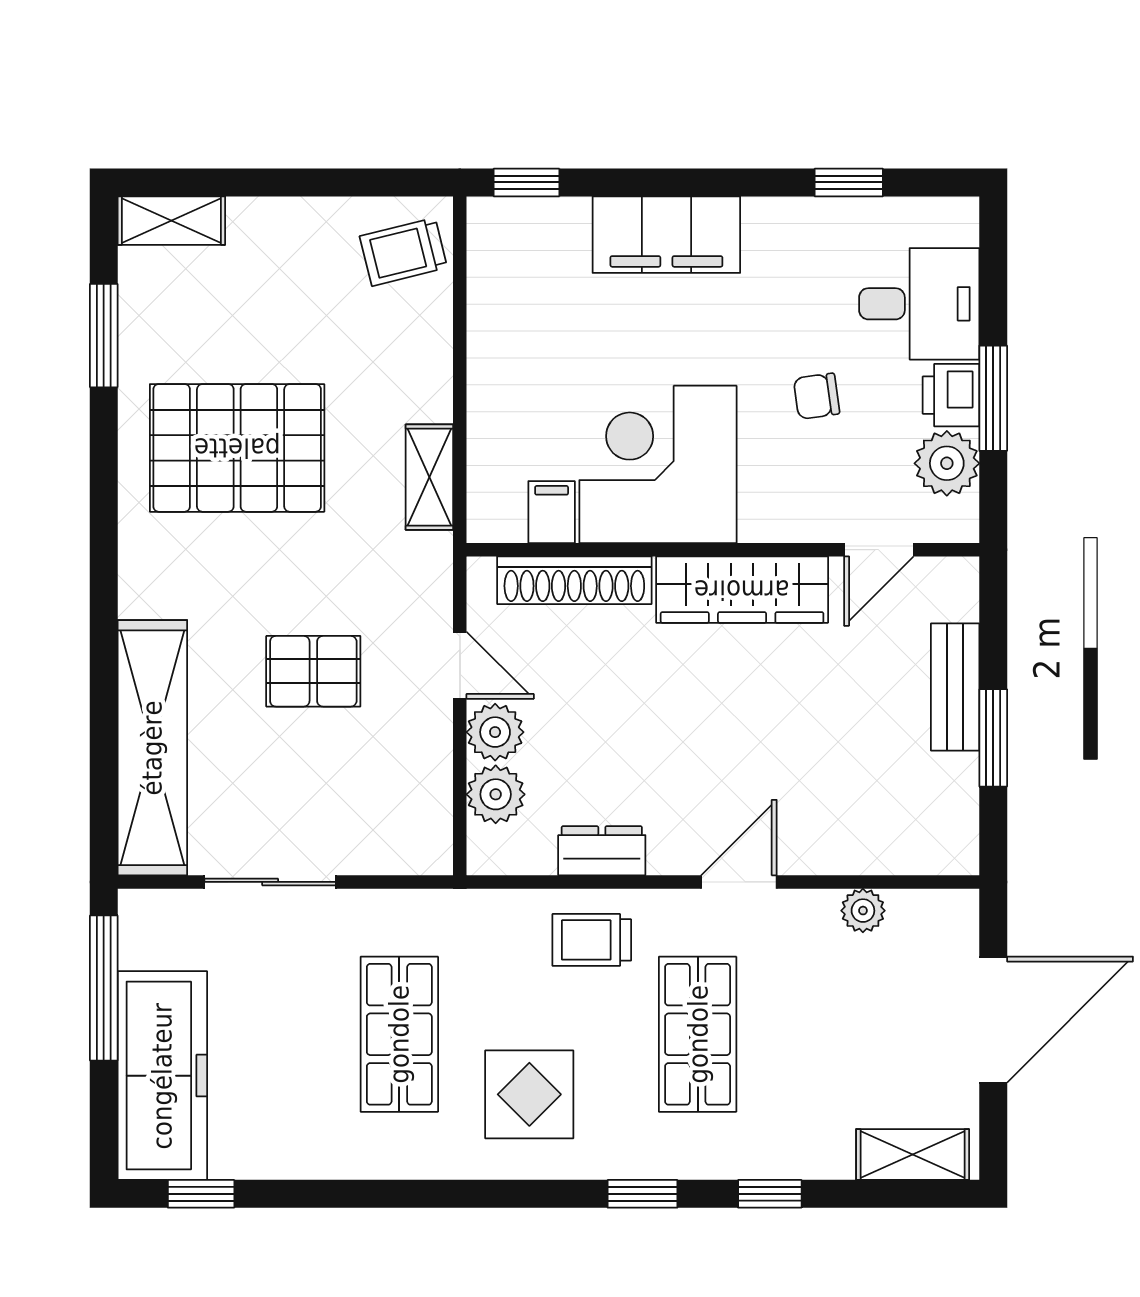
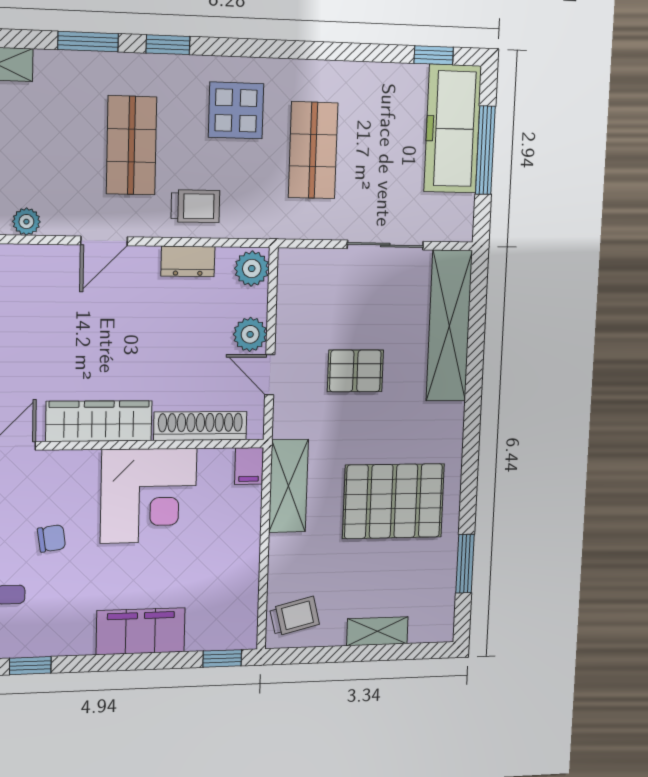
shelving: (171, 221) -> (377, 631), moved
shelving: (429, 477) -> (289, 486), width x1.50, depth x1.33
filing cabinet: (552, 512) -> (249, 466), moved
plant: (496, 794) -> (252, 269), moved
window: (104, 988) -> (485, 150), moved
window: (770, 1194) -> (88, 42), width x1.50

